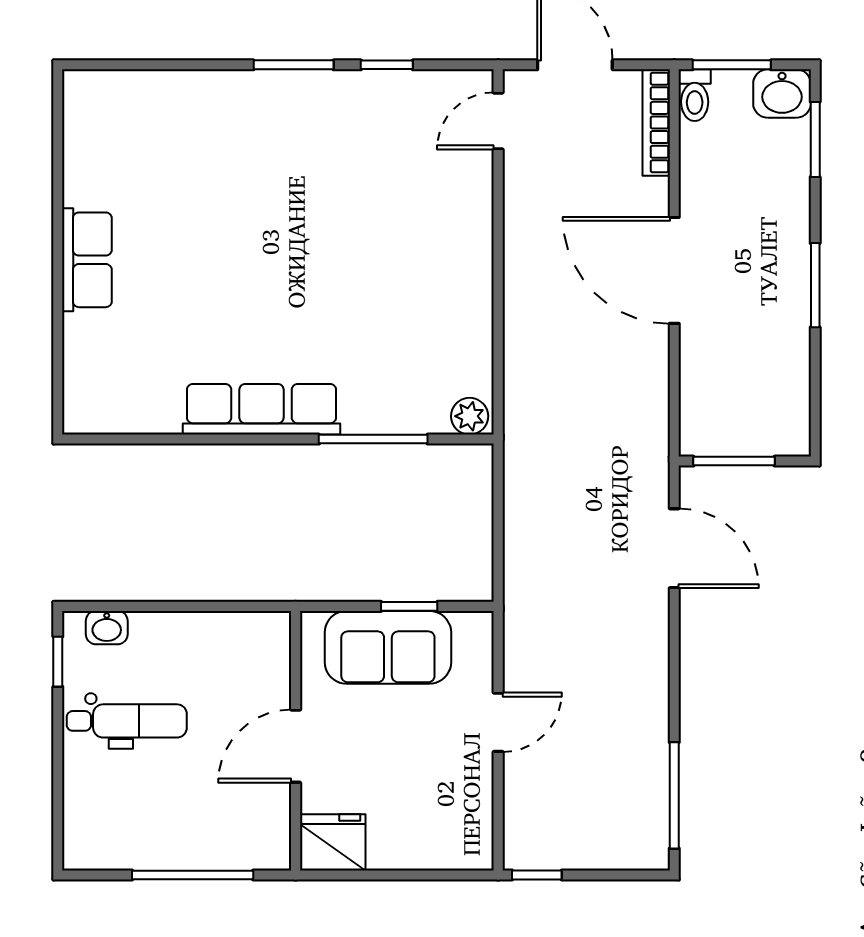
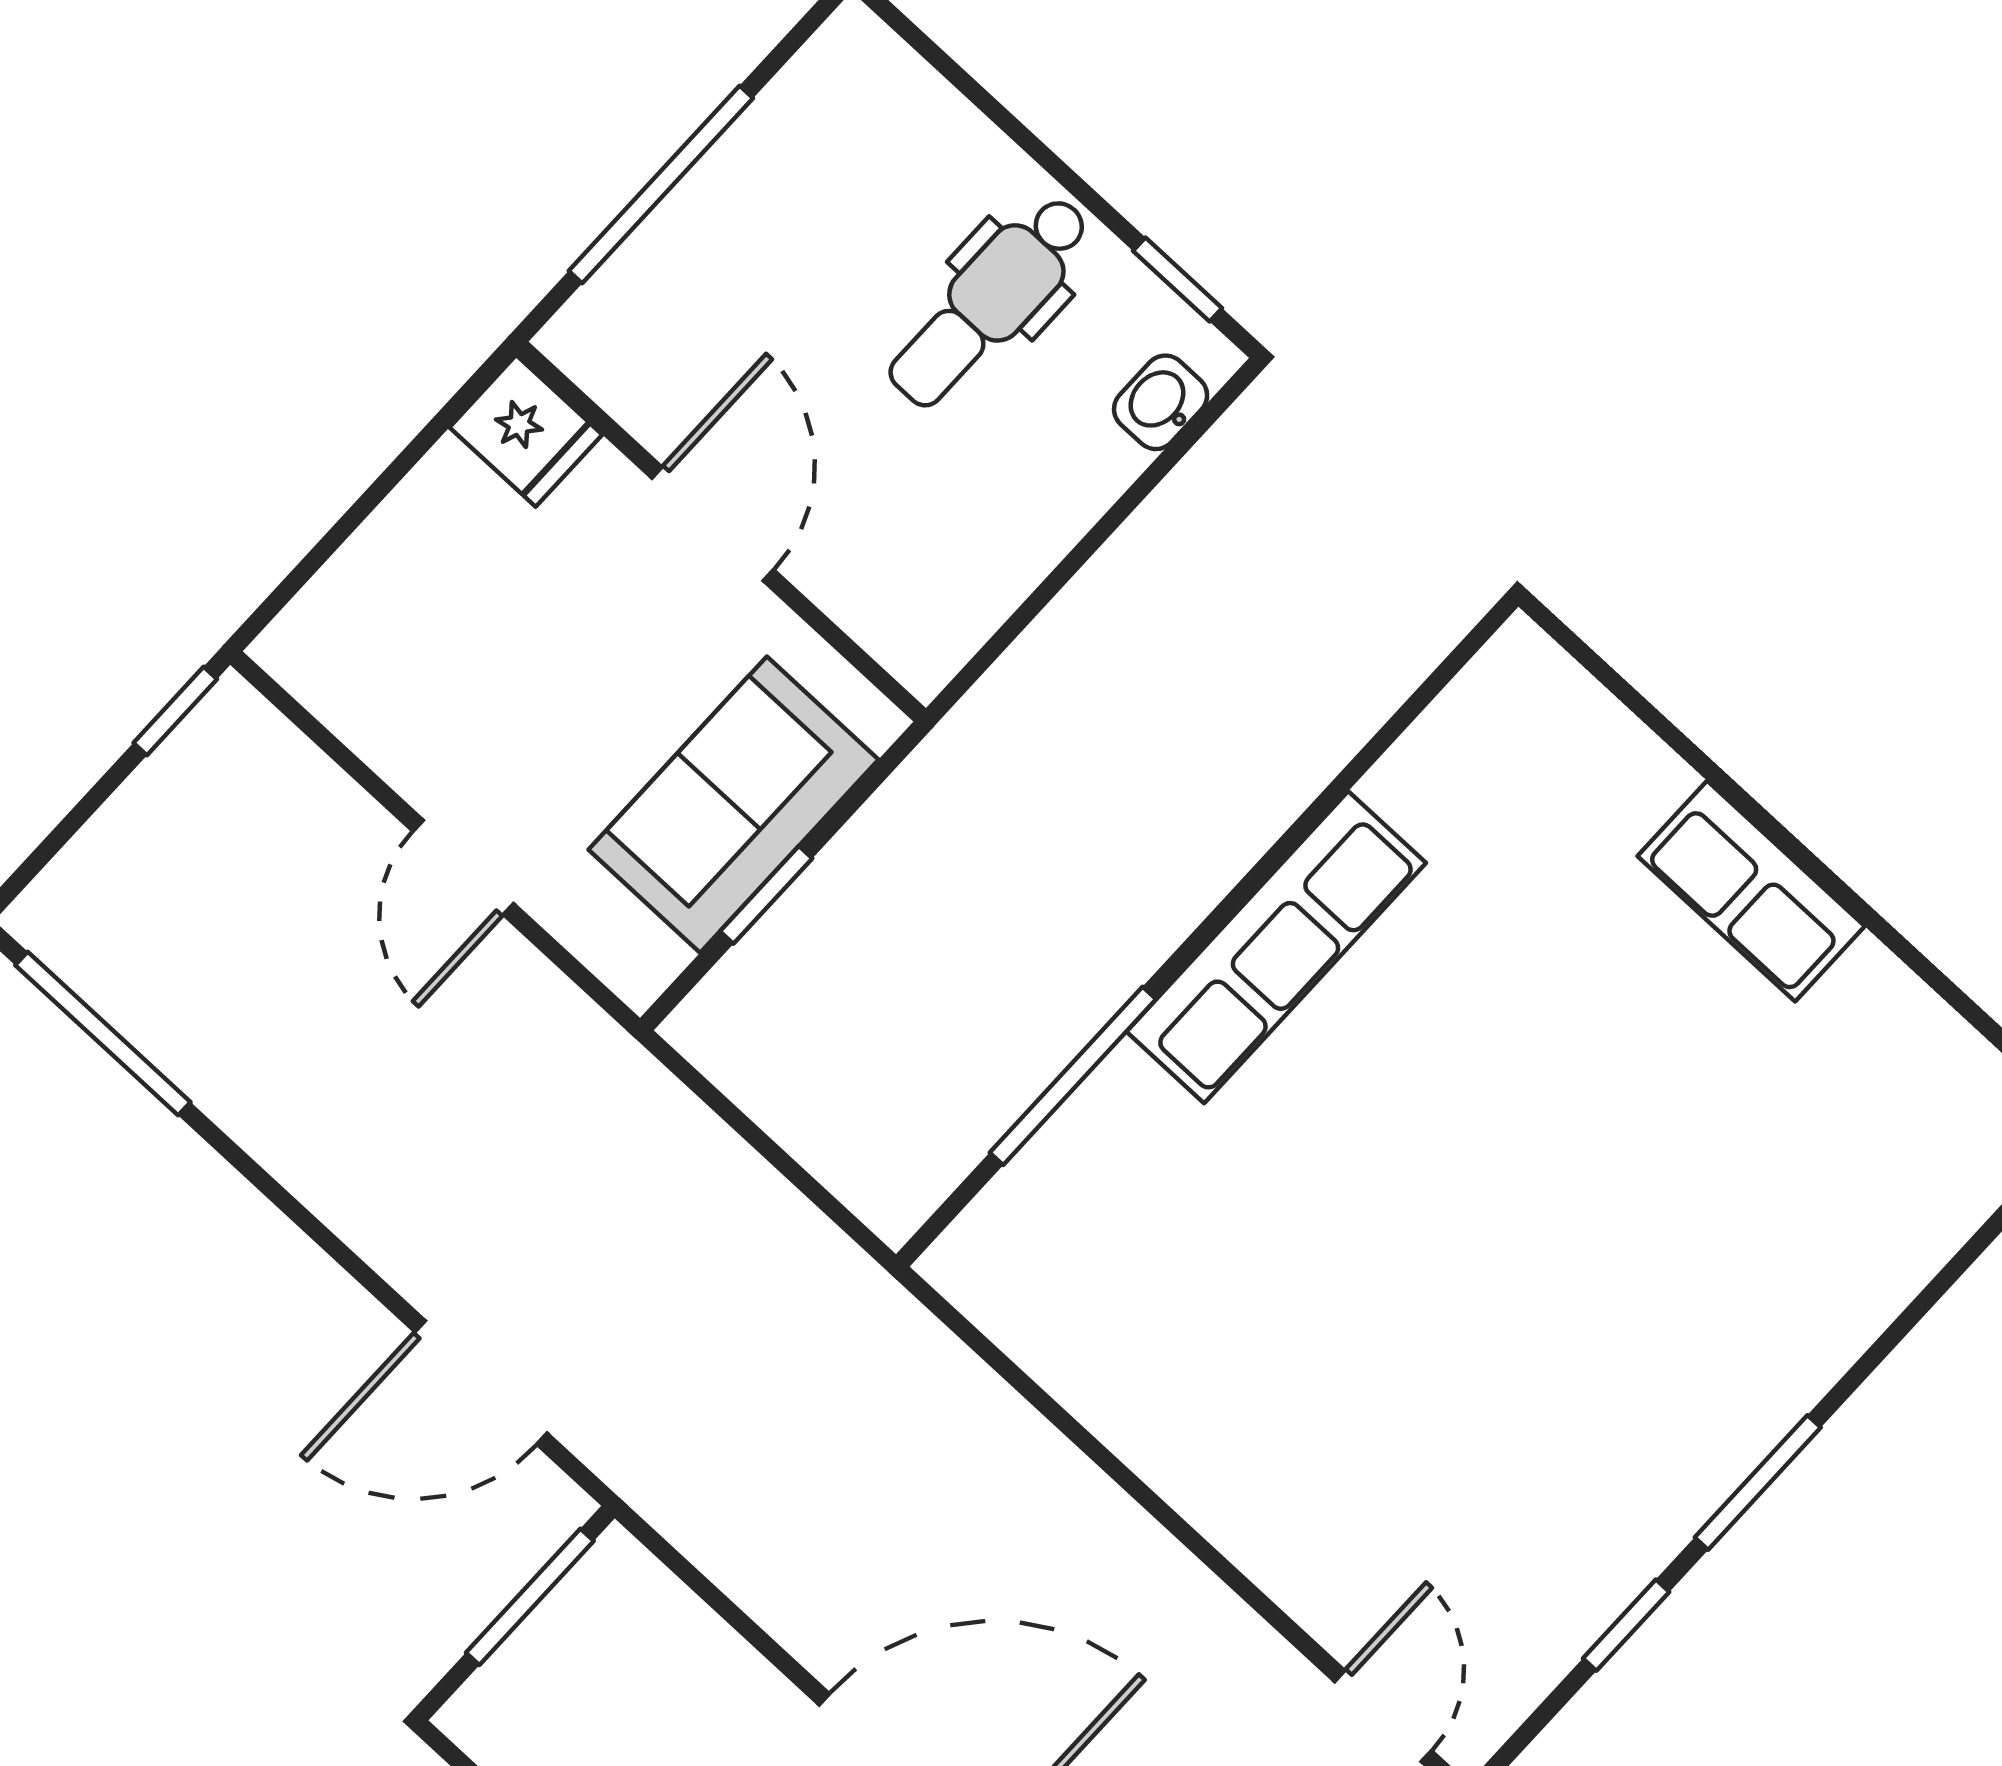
plant: (470, 416) -> (972, 1256), removed
fridge: (333, 842) -> (526, 431), width x0.72

